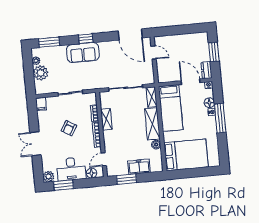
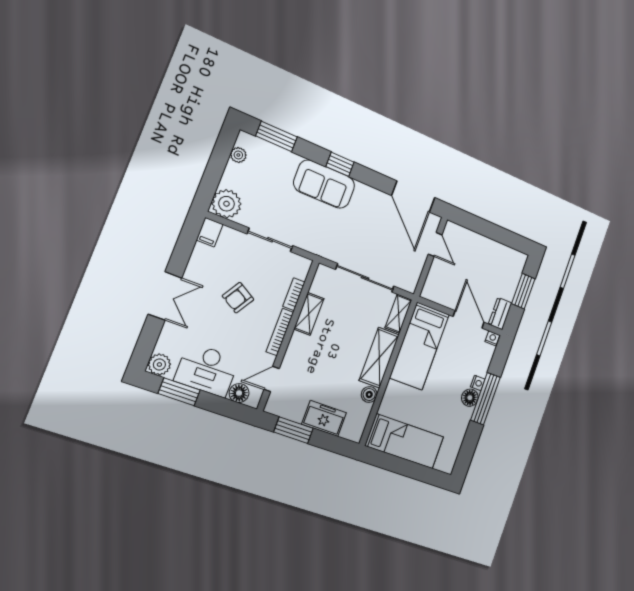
plant: (41, 73) -> (226, 204), moved
floor lamp: (209, 103) -> (470, 398), moved
double door: (36, 144) -> (165, 296), swing flipped
bed: (186, 155) -> (405, 441), width x0.67

